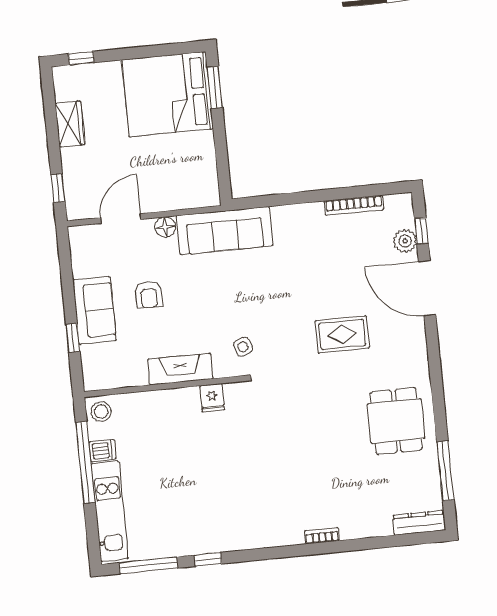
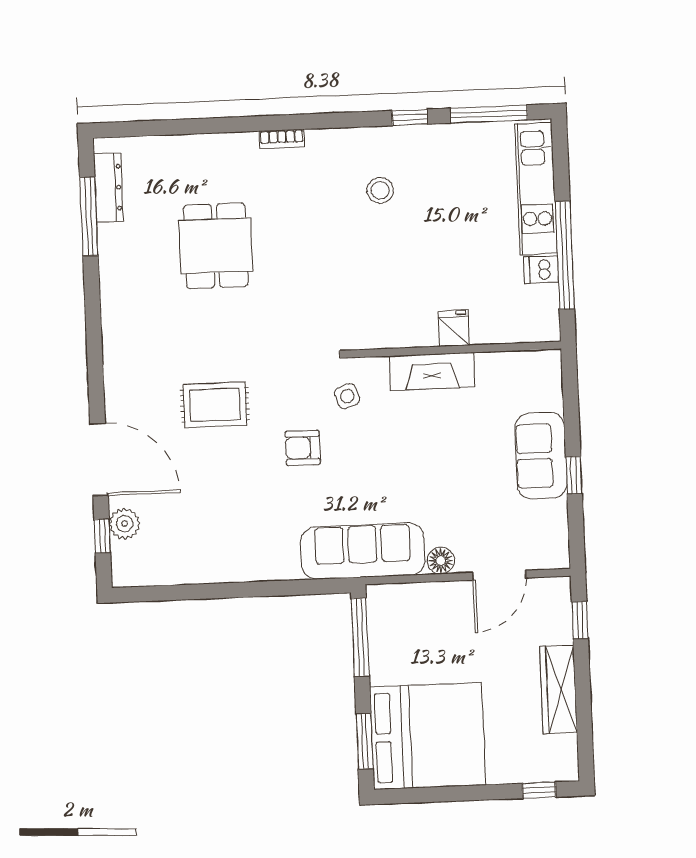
wardrobe: (70, 124) -> (559, 689), width x1.50
window: (223, 166) -> (360, 637), added
bookcase: (354, 205) -> (190, 575), removed
armchair: (149, 295) -> (303, 448), moved, turned -90
window: (73, 338) -> (574, 475), moved
fridge: (212, 398) -> (454, 328), moved
stool: (101, 412) -> (380, 190), moved
dining table: (396, 421) -> (216, 246), moved
dresser: (419, 523) -> (108, 188), moved, turned -90
bookcase: (322, 536) -> (282, 139), moved

